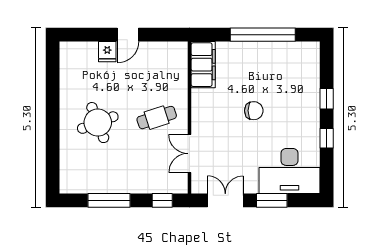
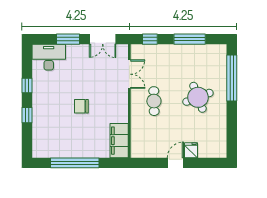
cafe table: (157, 118) -> (154, 101), turned -73
window: (53, 148) -> (232, 78), added
desk: (289, 171) -> (49, 57), width x0.73, depth x0.77

